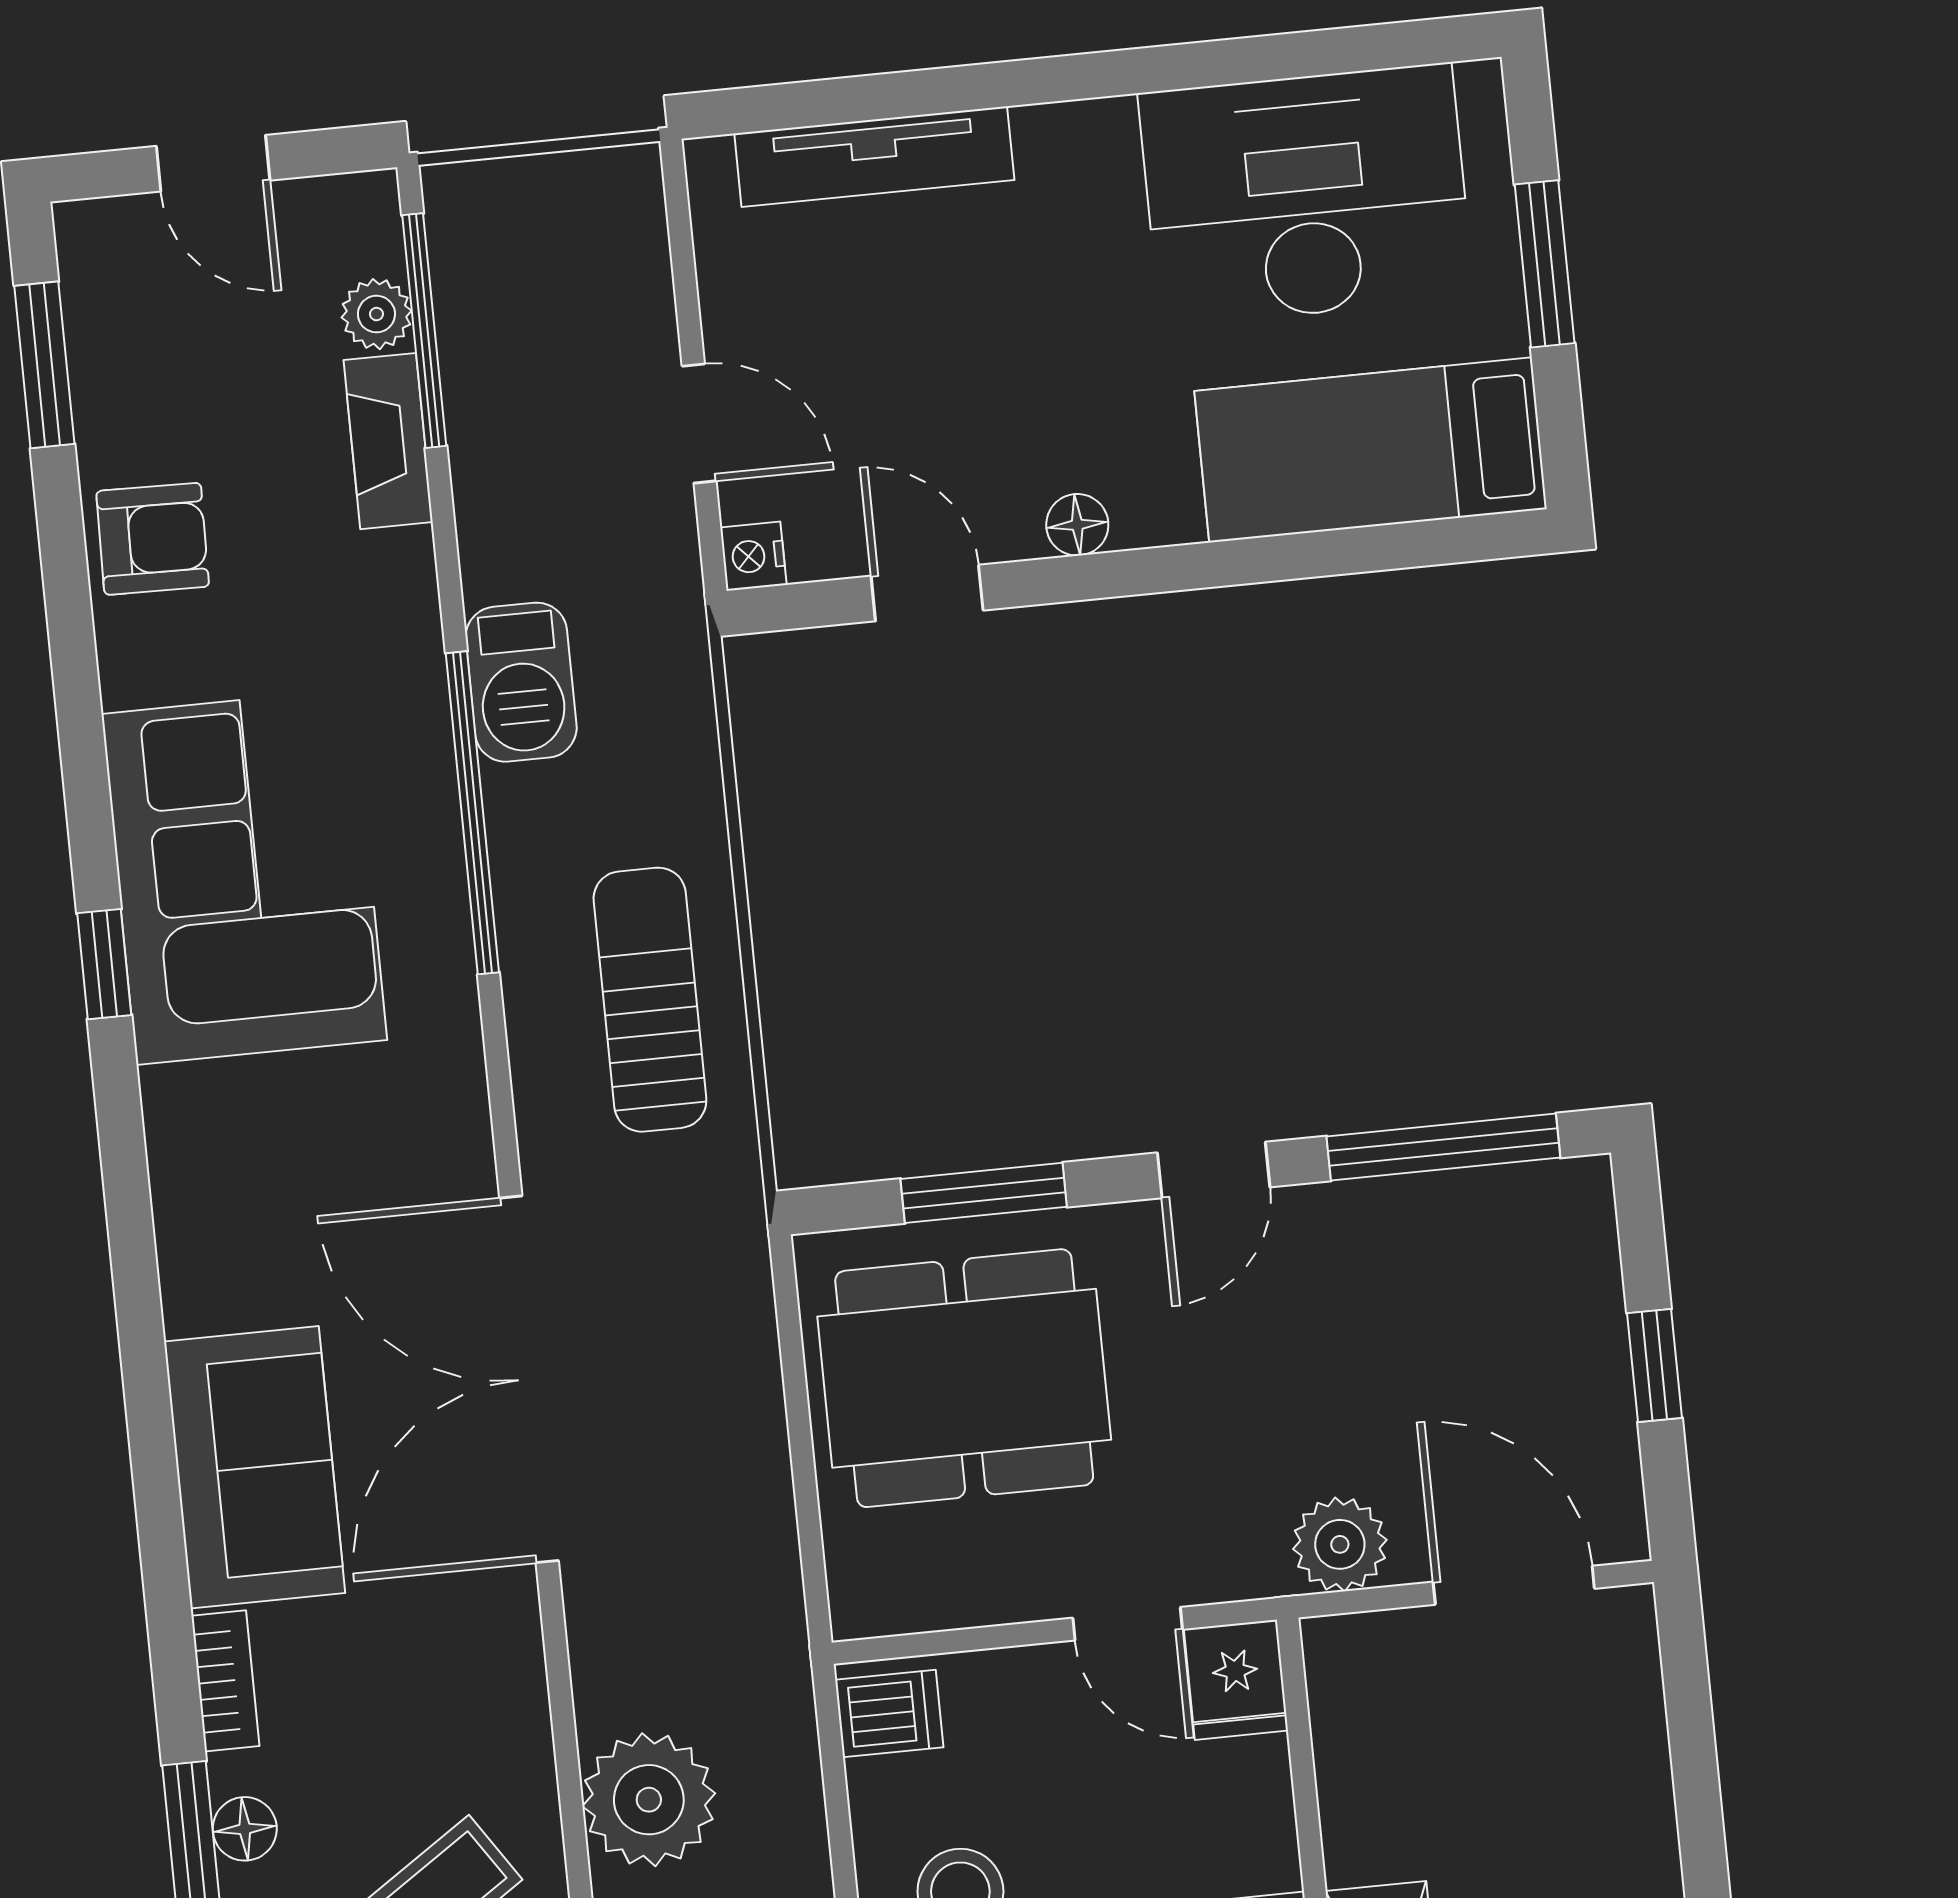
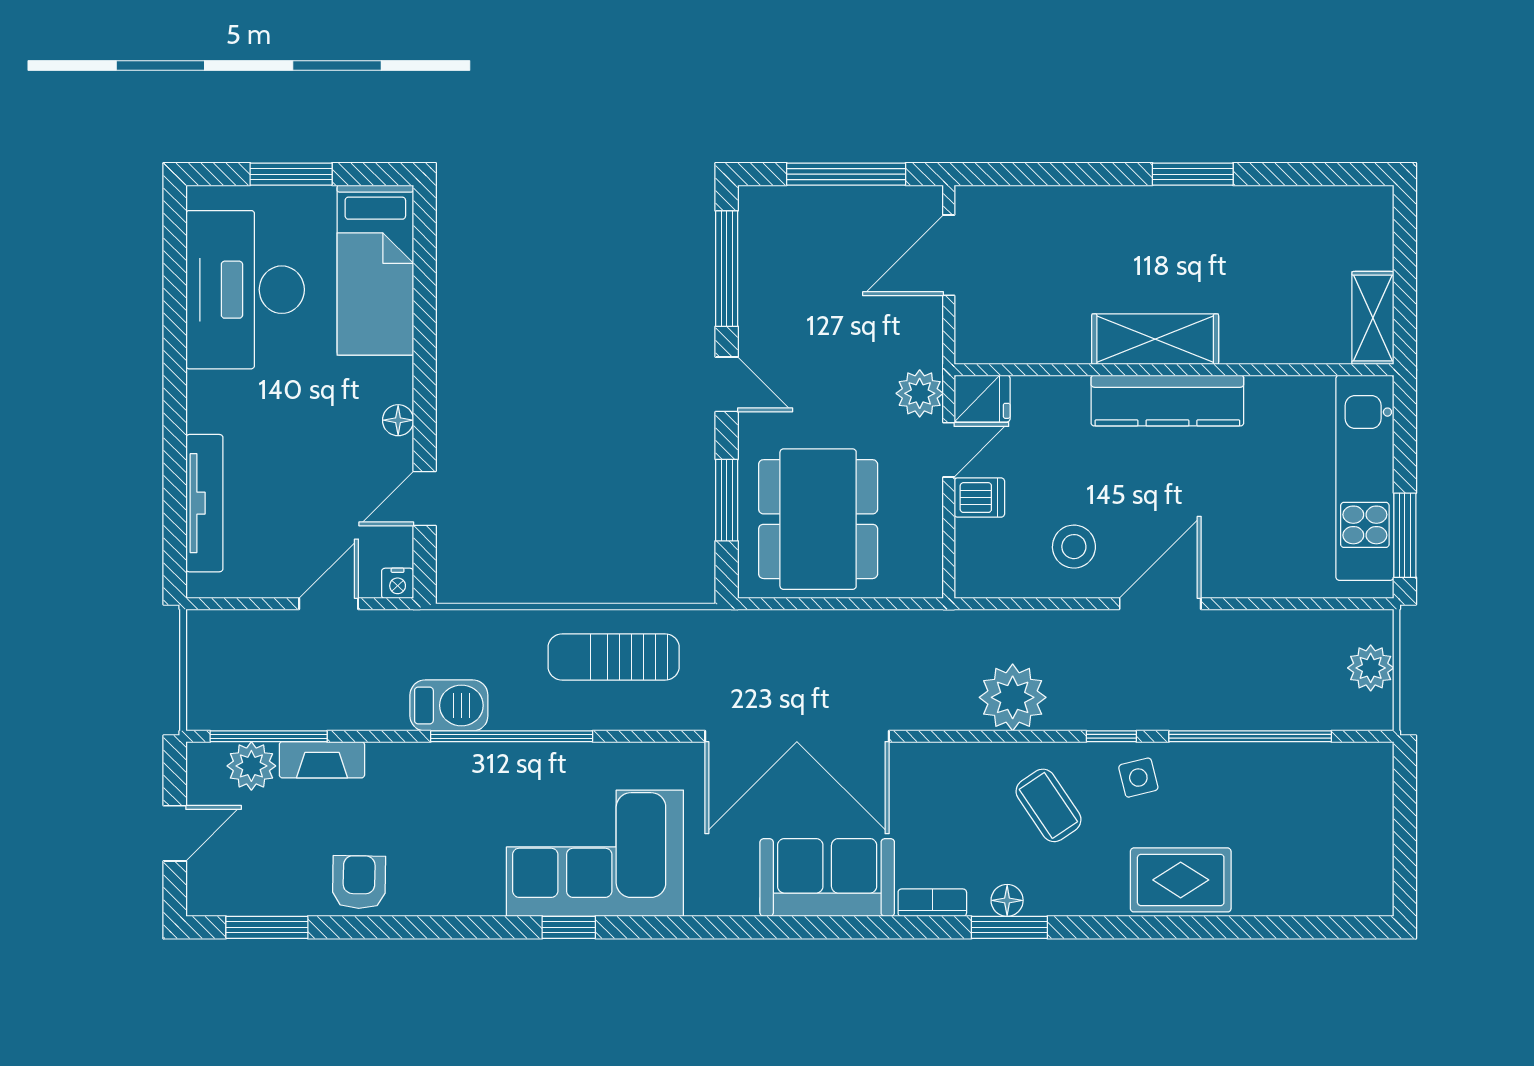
plant: (376, 314) -> (251, 766), width x1.38, depth x1.38
corner sofa: (244, 877) -> (595, 853), moved
window: (1655, 1365) -> (846, 174), width x2.17
plant: (1340, 1544) -> (920, 393), moved
dishwasher: (889, 1713) -> (979, 498), moved, turned 90

